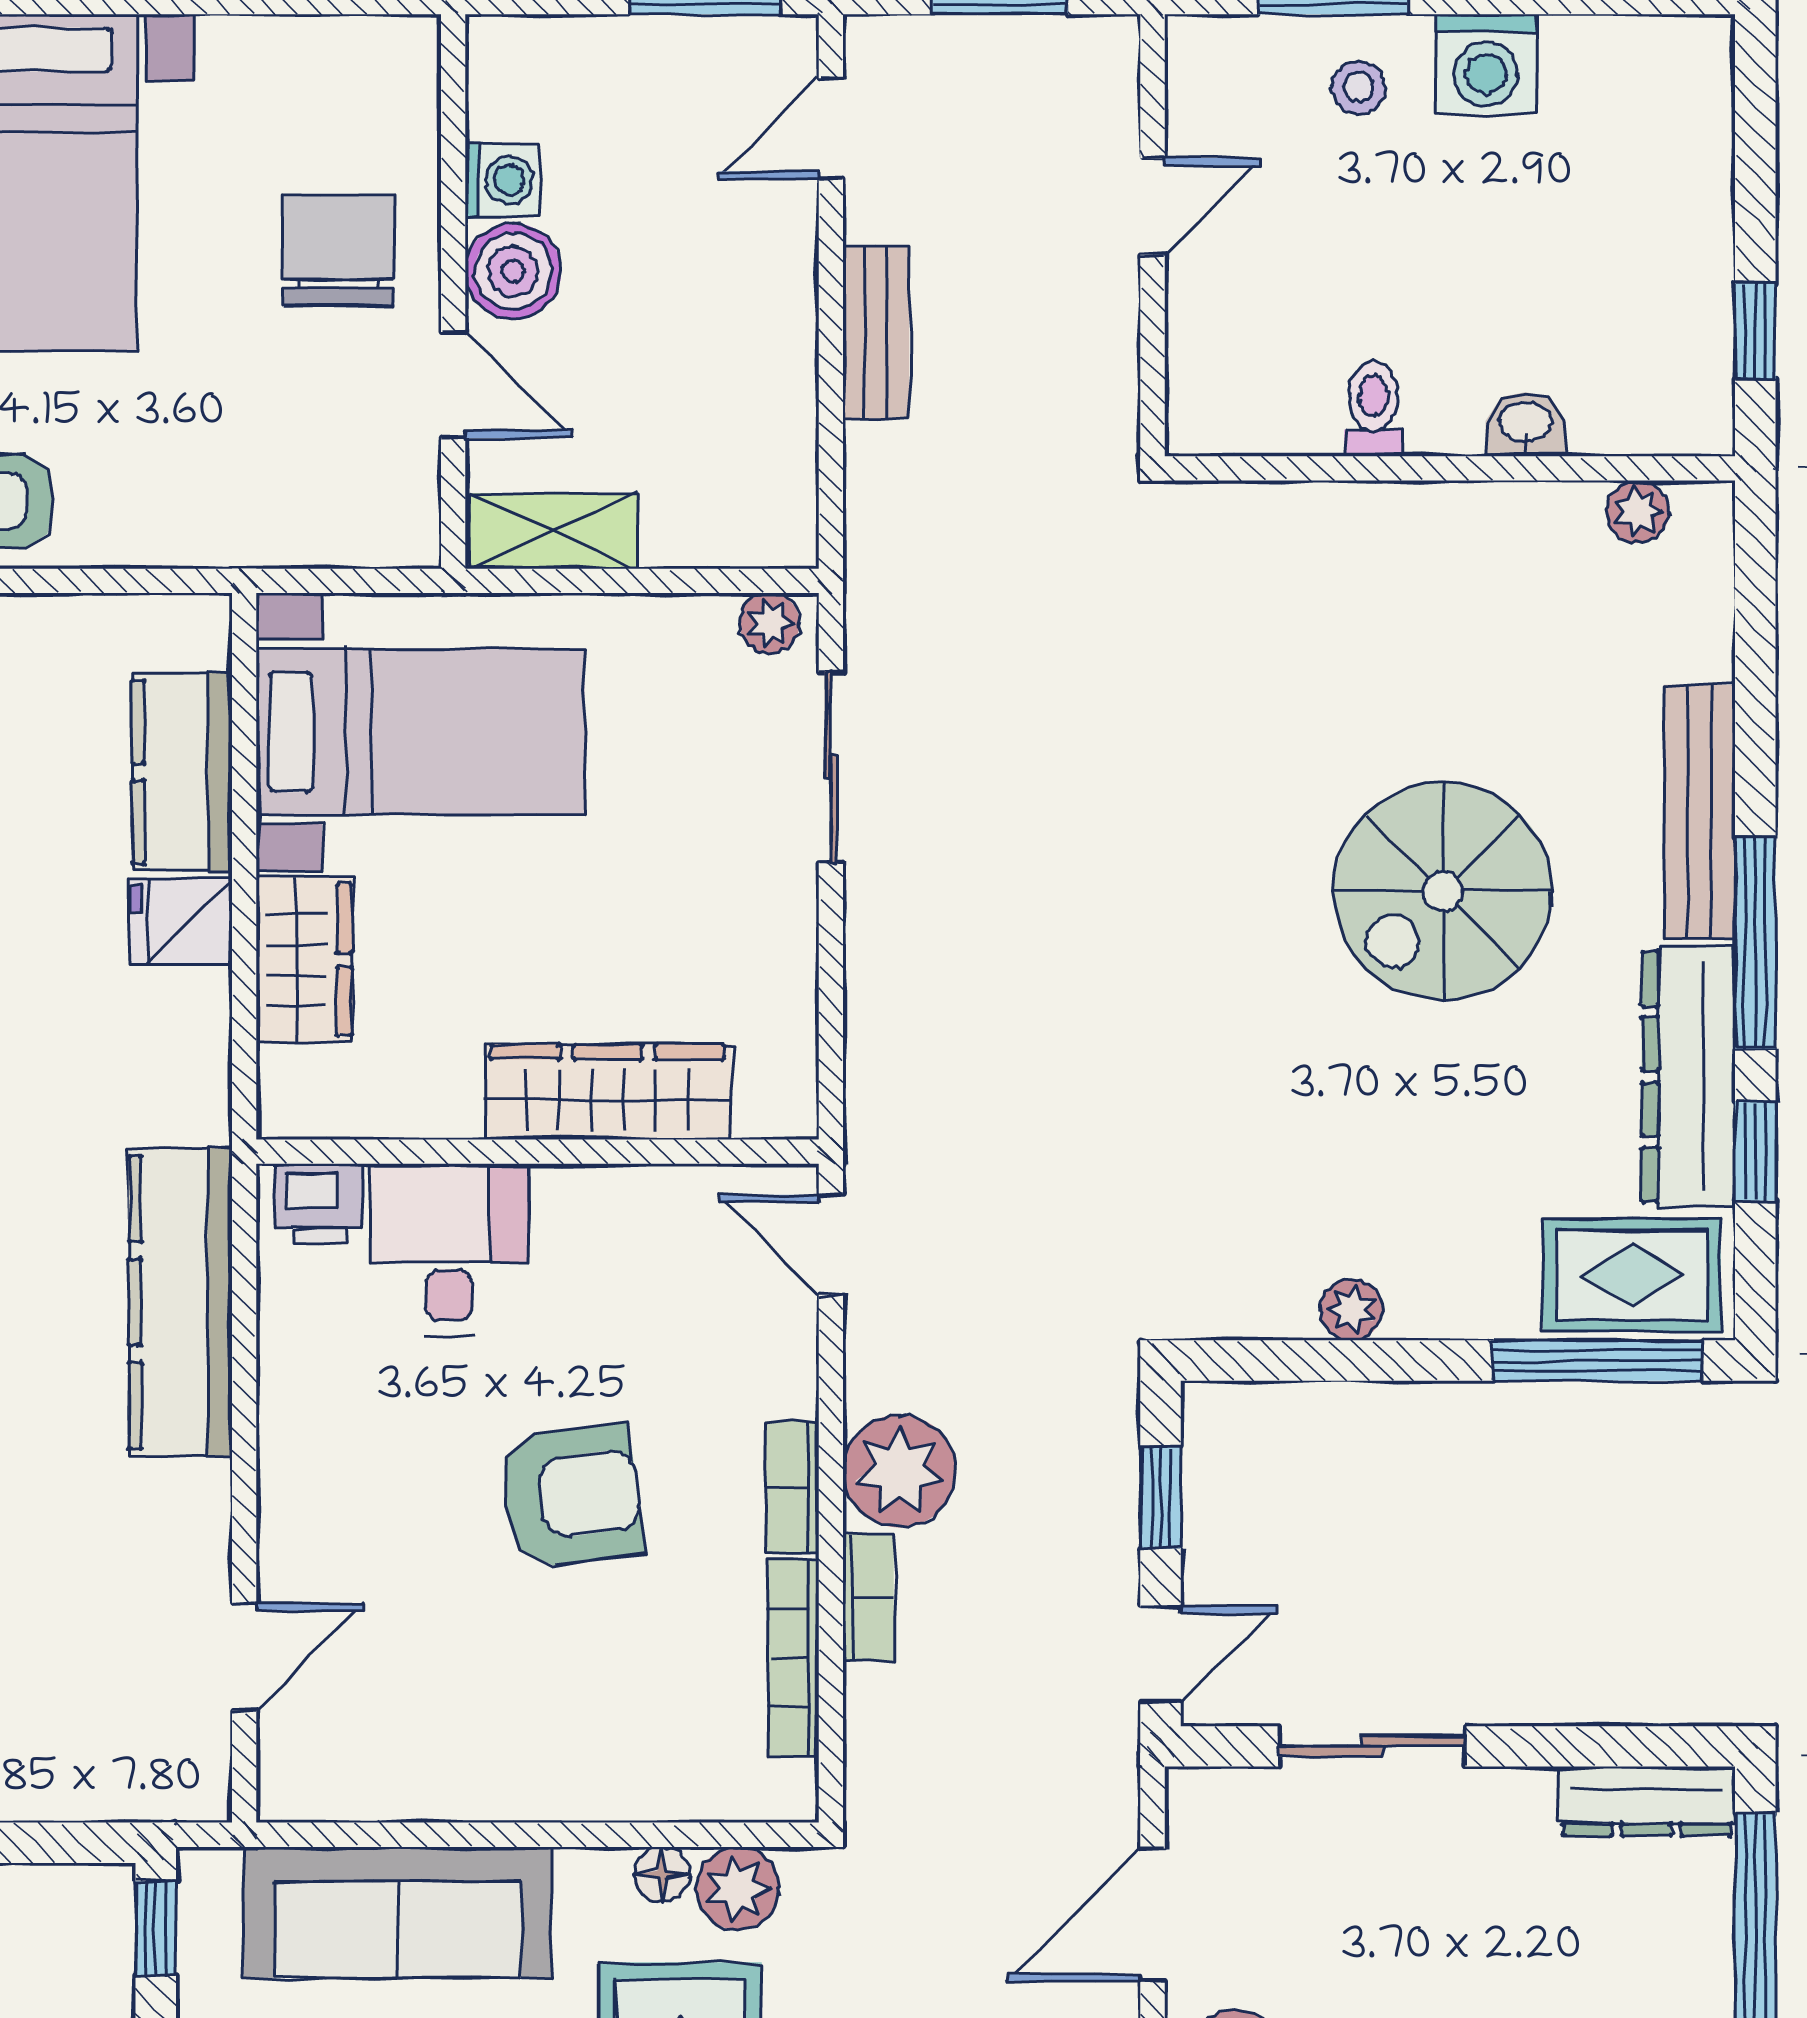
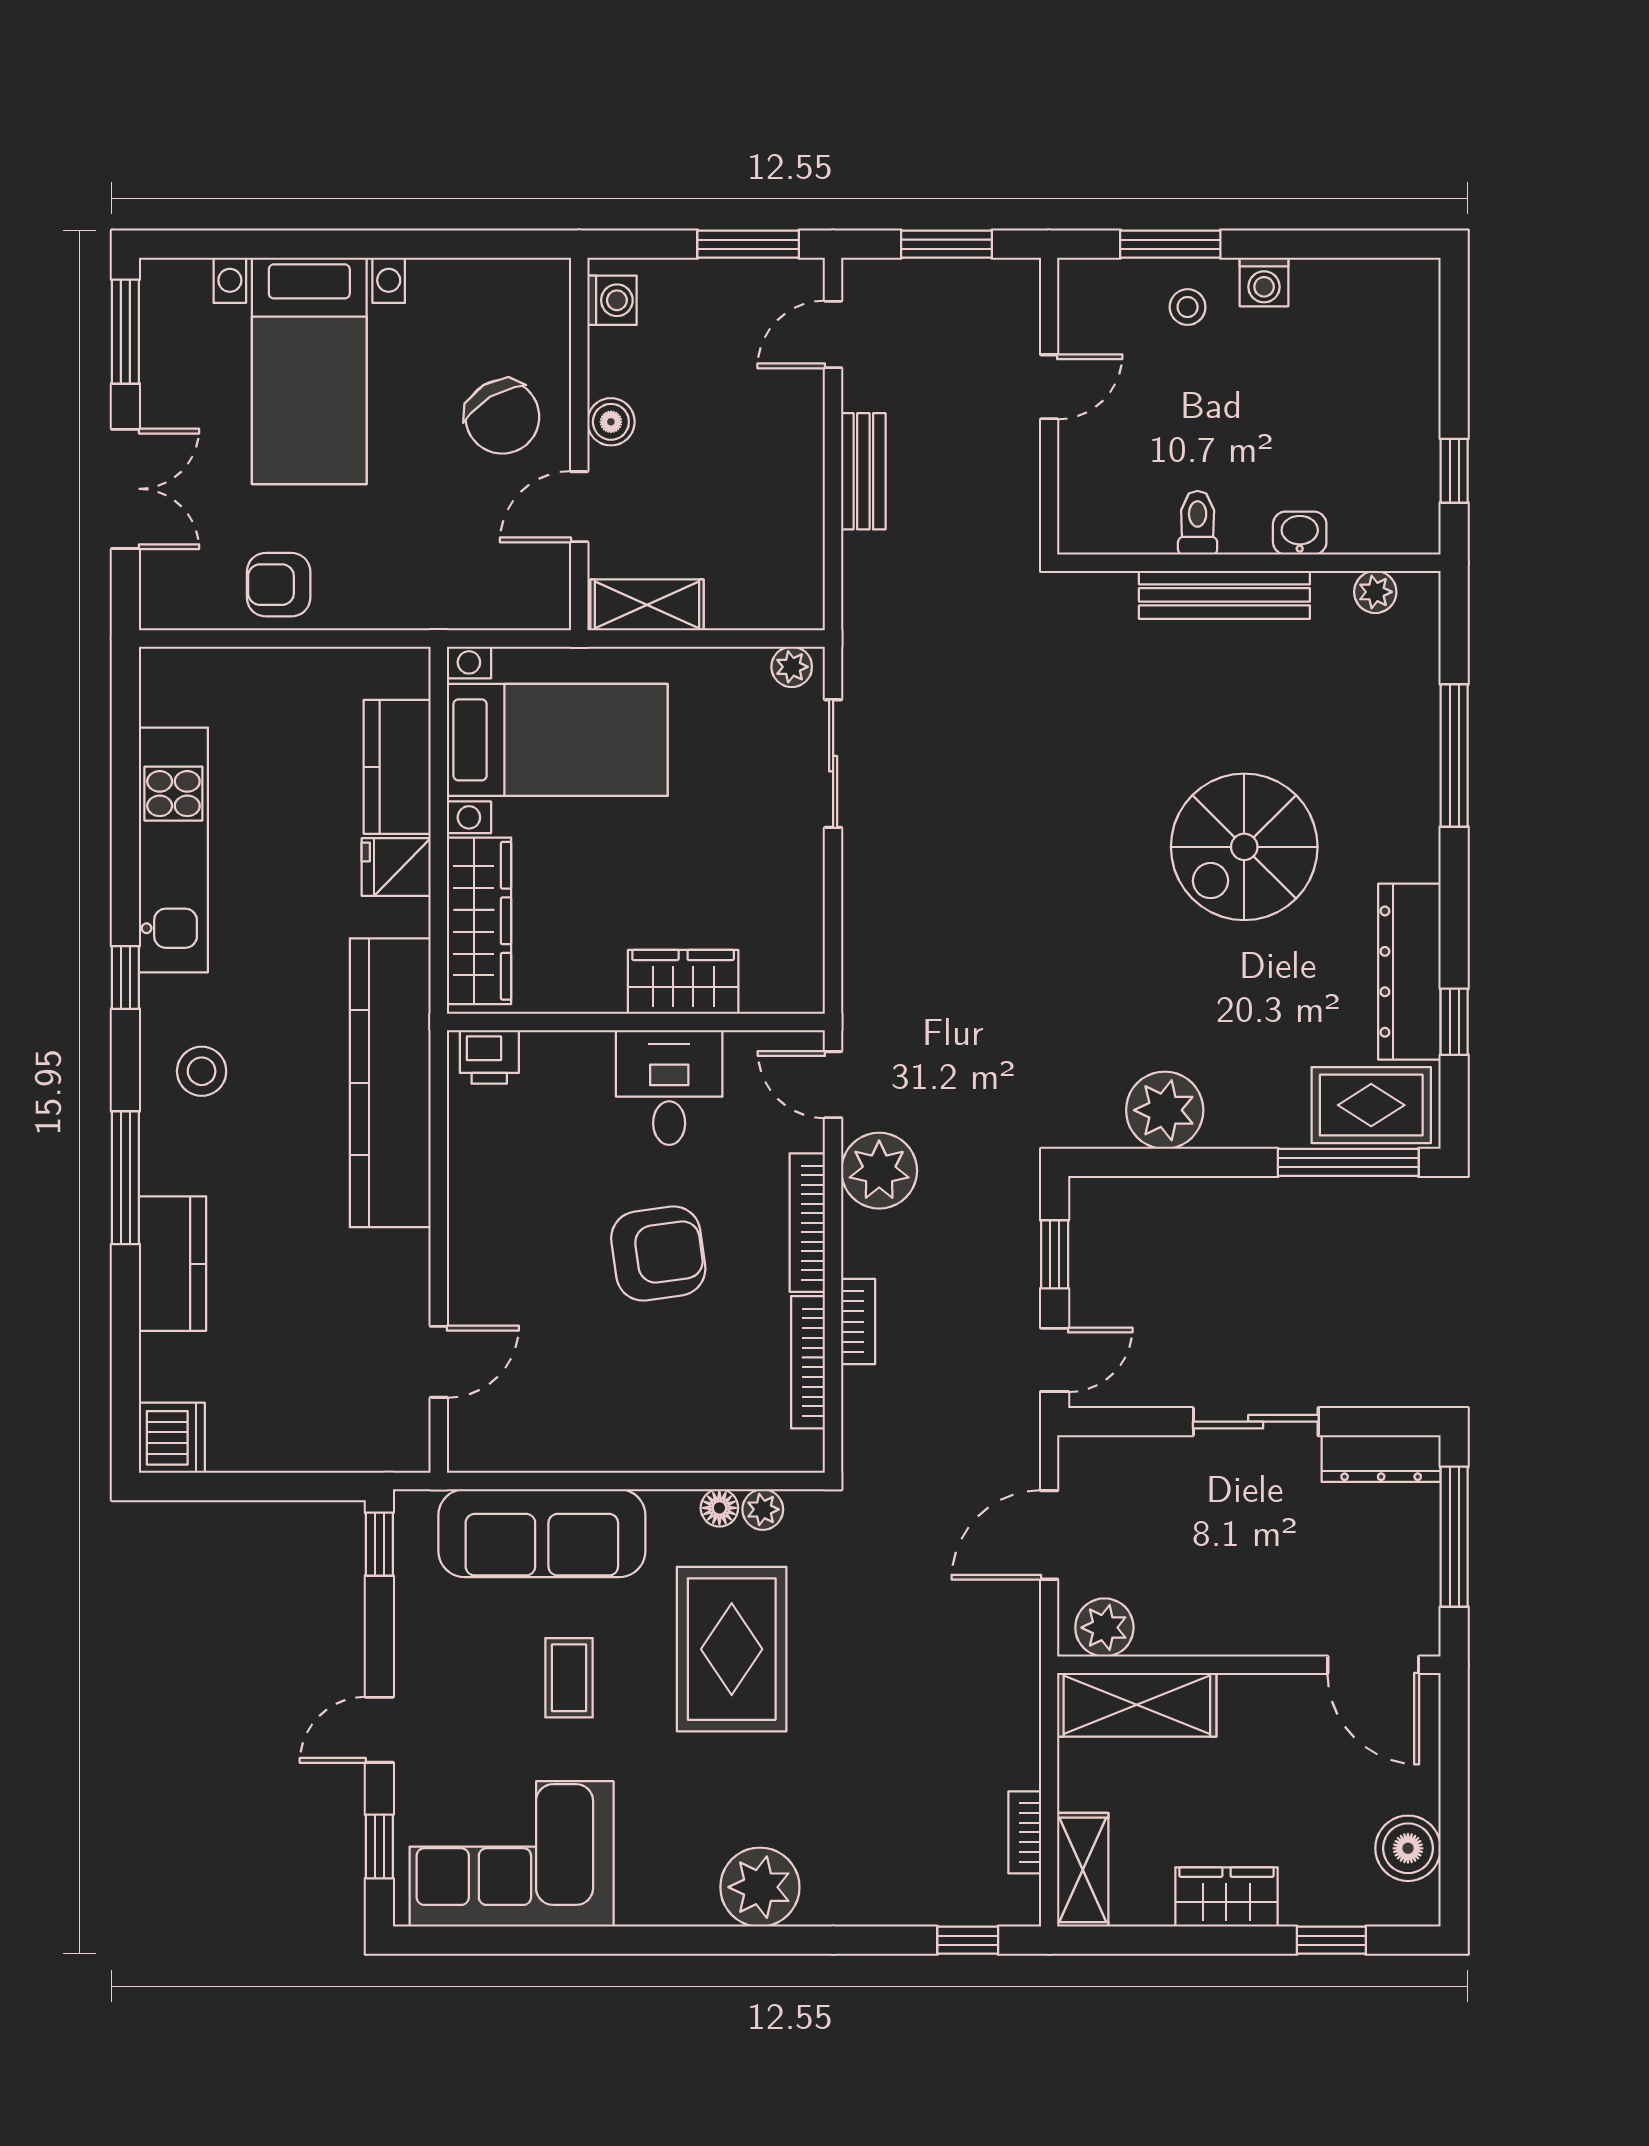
washing machine: (1486, 64) -> (1264, 282), width x0.73, depth x0.73
washing machine: (502, 180) -> (612, 300), moved
chair: (339, 251) -> (502, 417), turned 149
boiler: (513, 271) -> (611, 422), width x0.73, depth x0.73
door: (453, 385) -> (579, 507), swing flipped
bench: (1700, 812) -> (1224, 595), moved, turned 90
window: (1755, 942) -> (1454, 755), moved
wardrobe: (304, 960) -> (479, 921), width x1.50
wardrobe: (608, 1092) -> (683, 982), width x0.67
desk: (449, 1249) -> (669, 1087), moved
kitchen counter: (181, 1302) -> (390, 1083), width x1.39, depth x1.17
plant: (1351, 1310) -> (1165, 1110), width x1.88, depth x1.88
plant: (899, 1471) -> (879, 1171), moved
bookcase: (793, 1487) -> (807, 1223), width x1.56
sliding door: (1372, 1746) -> (1256, 1422), moved
plant: (738, 1888) -> (763, 1509), width x0.73, depth x0.73

